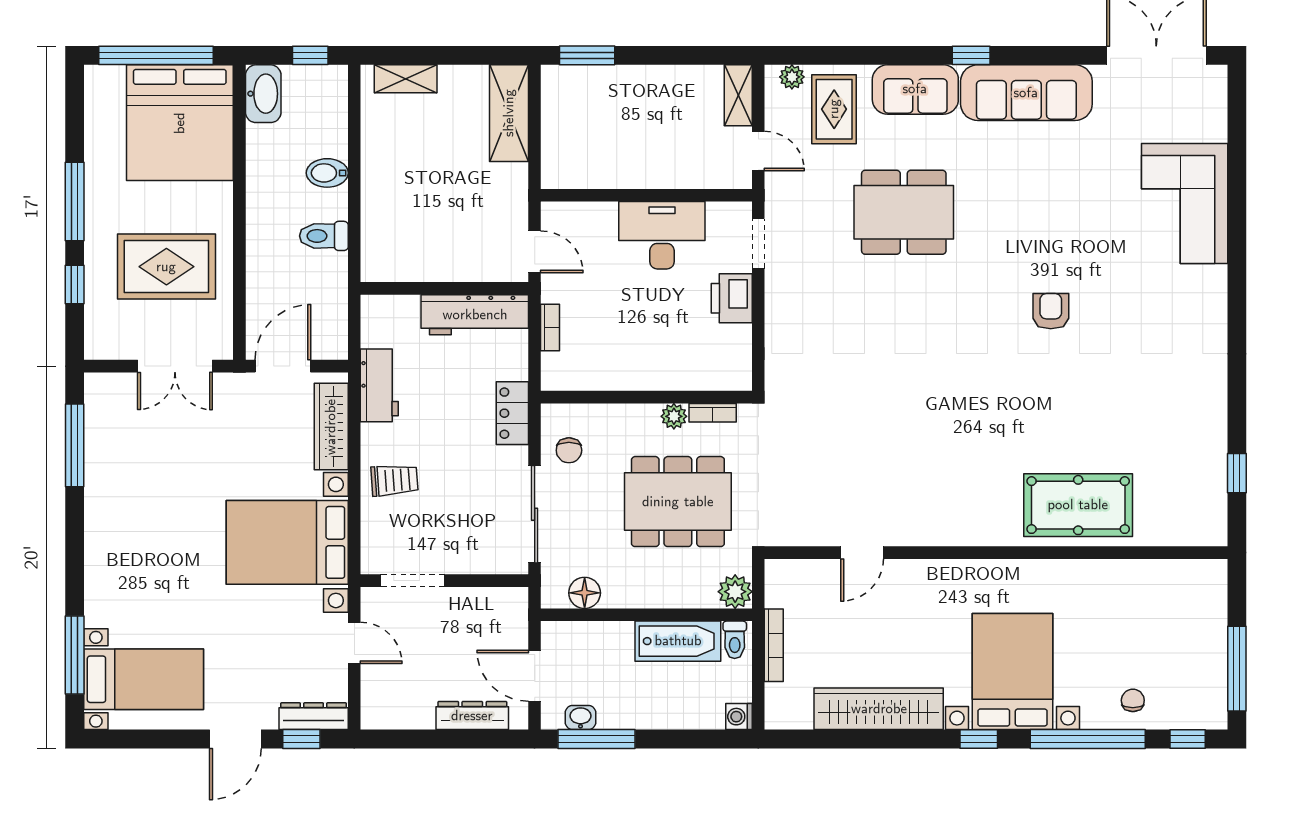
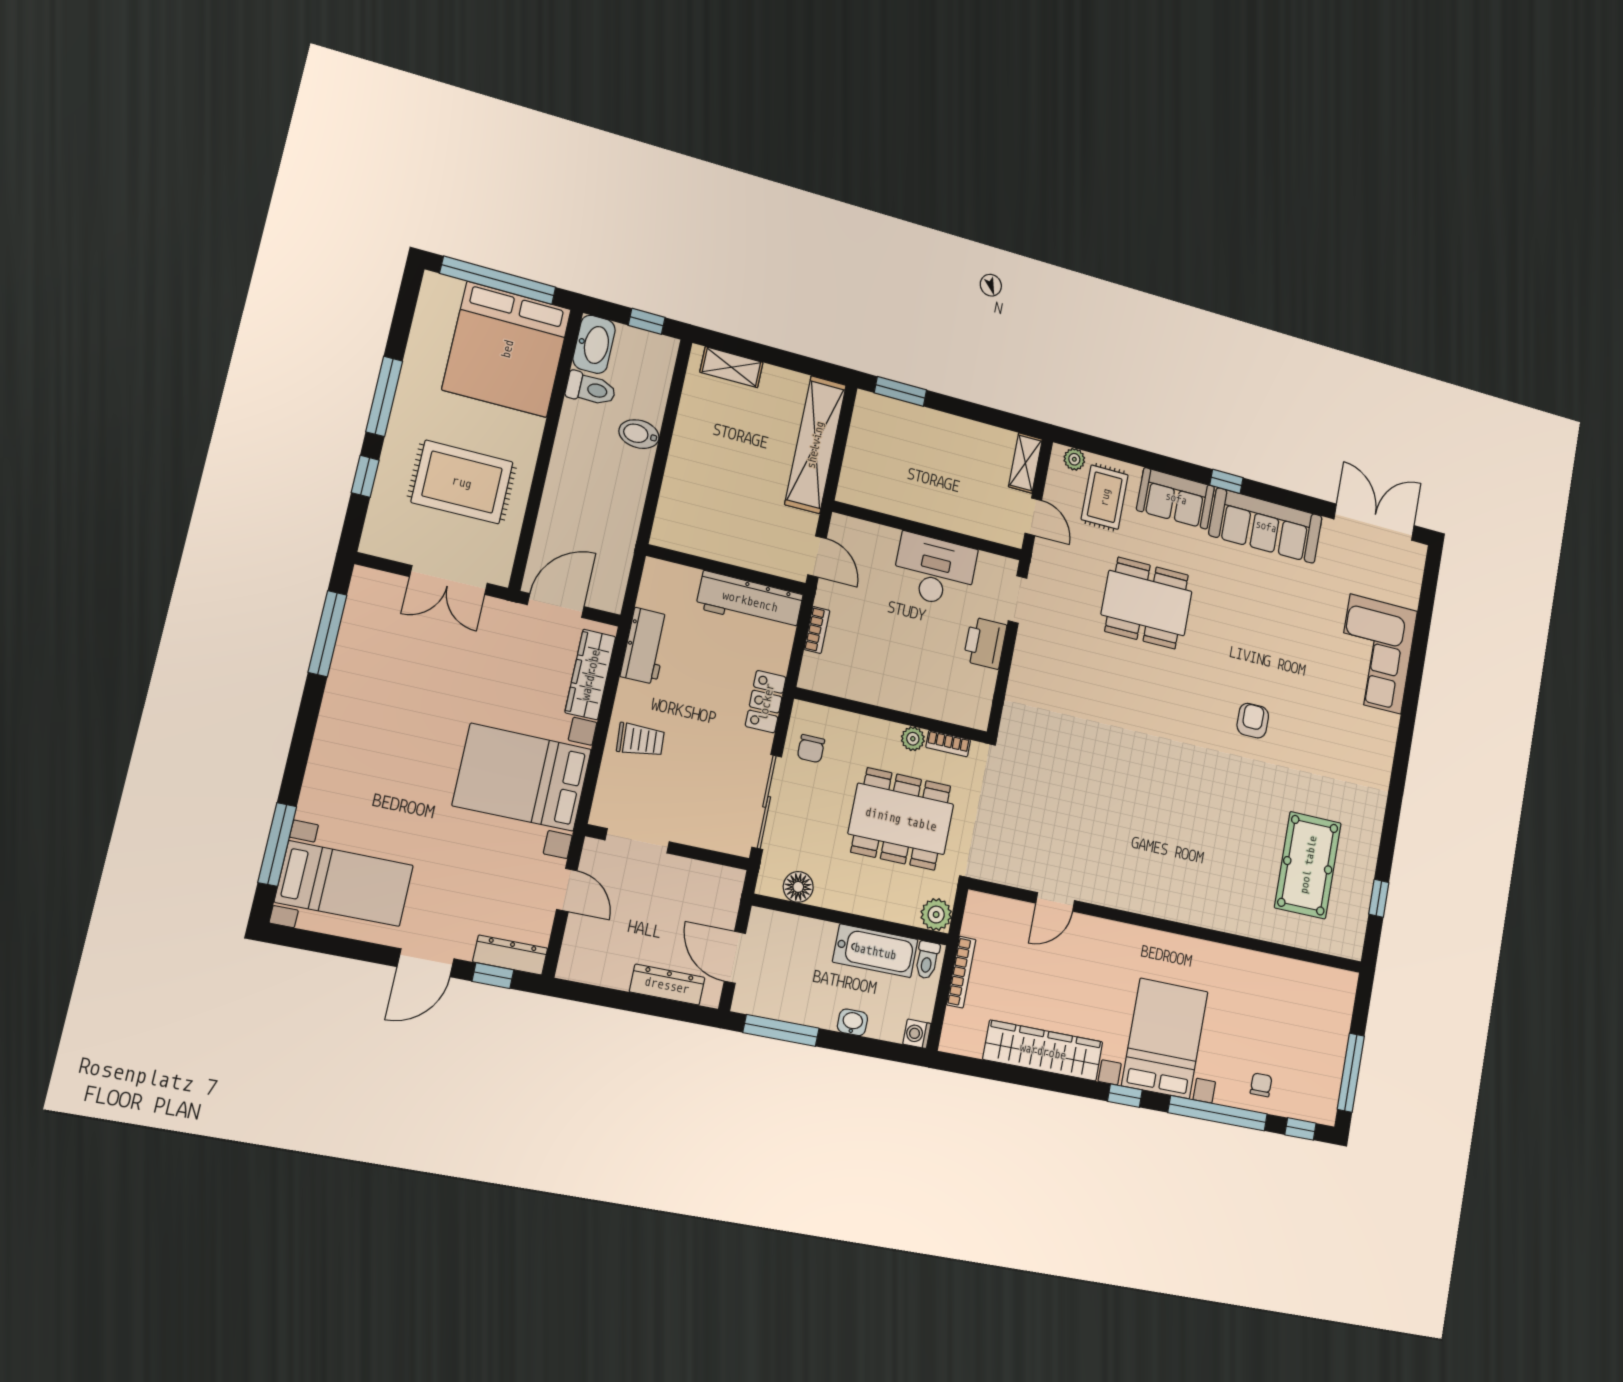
shelving: (509, 113) -> (815, 445), width x1.47
toilet: (324, 236) -> (591, 389), moved, turned 180
pool table: (1078, 505) -> (1308, 865), moved, turned 90
washbasin: (581, 718) -> (852, 1022), moved

